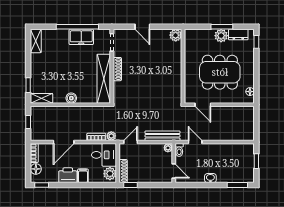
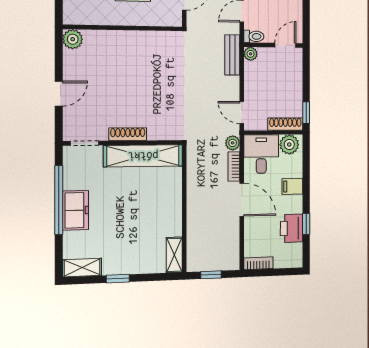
freezer: (81, 37) -> (76, 210), moved
window: (28, 85) -> (118, 279), moved
boiler: (71, 98) -> (174, 207), removed
bench: (162, 136) -> (232, 55), width x0.73
door: (64, 142) -> (242, 200), moved
floor lamp: (36, 169) -> (282, 260), removed
printer: (68, 175) -> (292, 228), moved
window: (42, 185) -> (306, 224), moved

